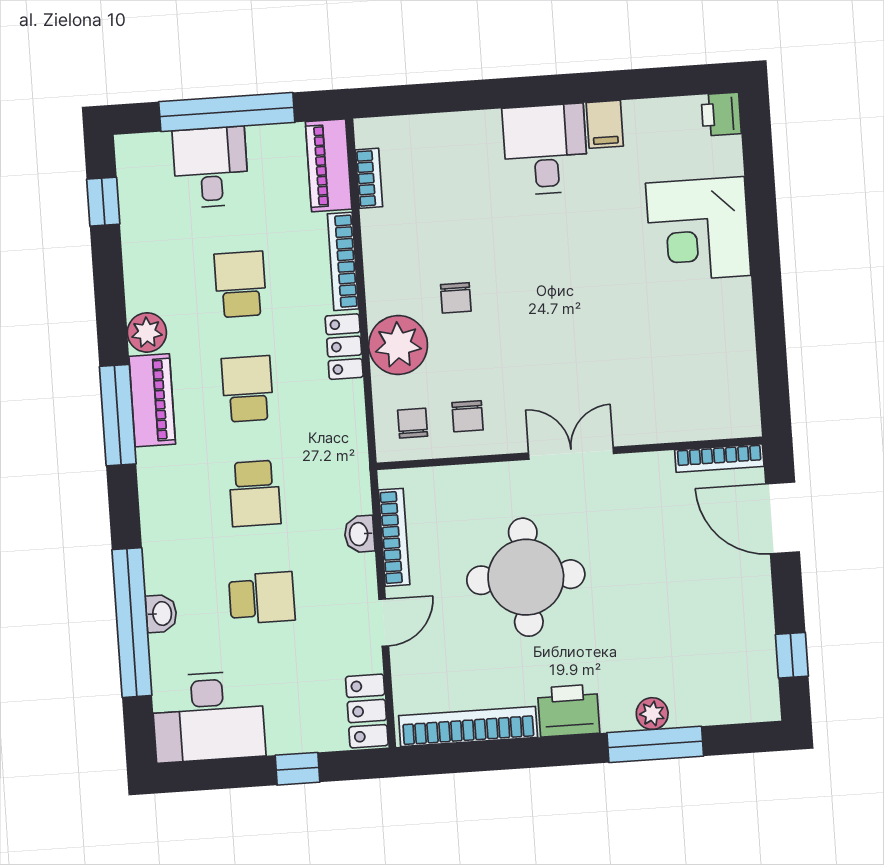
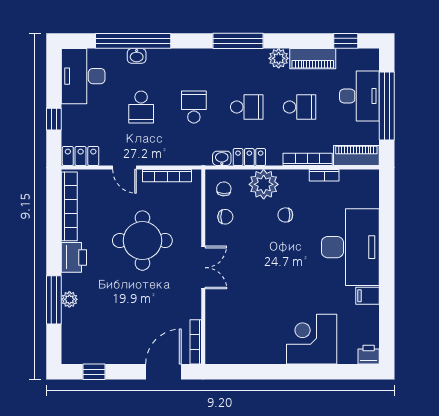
desk: (545, 149) -> (350, 247), width x1.87, depth x1.30
desk: (211, 167) -> (359, 96), width x1.37
bookcase: (369, 178) -> (324, 175), moved
locker: (344, 347) -> (249, 157), moved
piano: (152, 400) -> (313, 59), moved
chair: (468, 416) -> (225, 217), turned 180
chair: (413, 423) -> (224, 189), turned -87
school desk: (255, 493) -> (194, 107), turned 90
washbasin: (359, 534) -> (222, 158), moved

